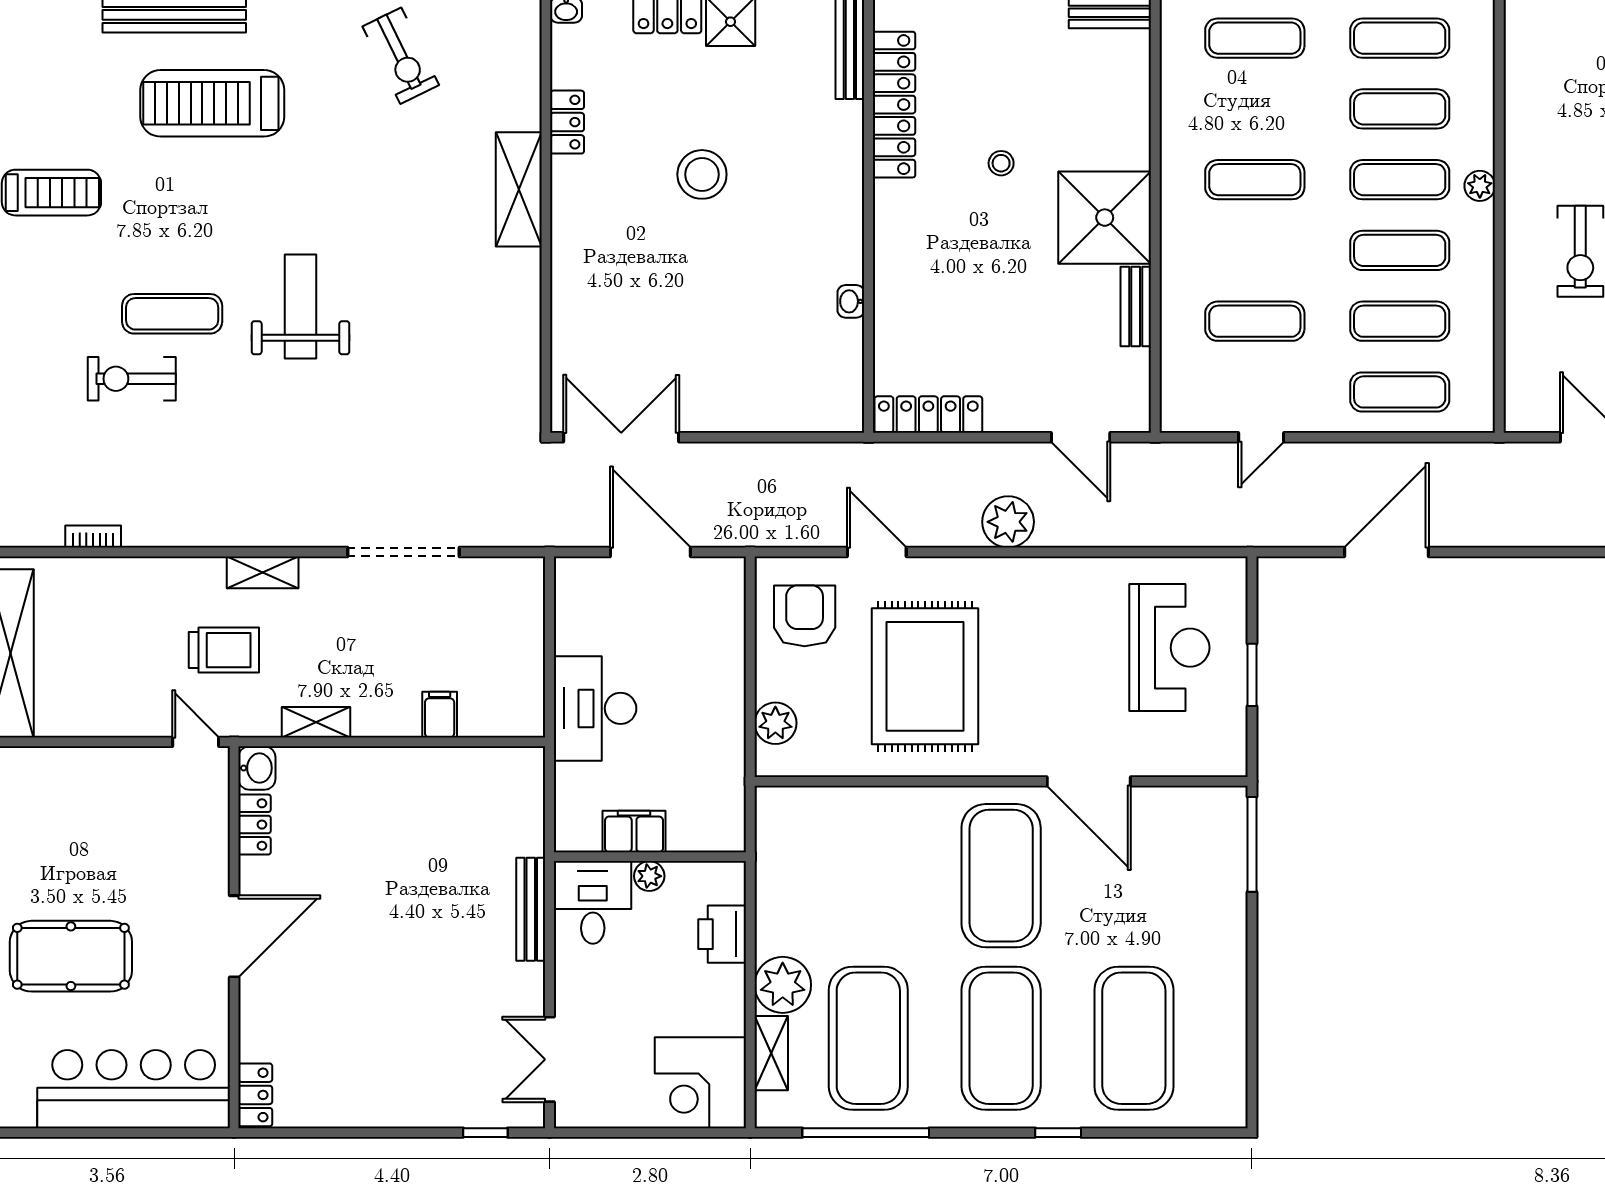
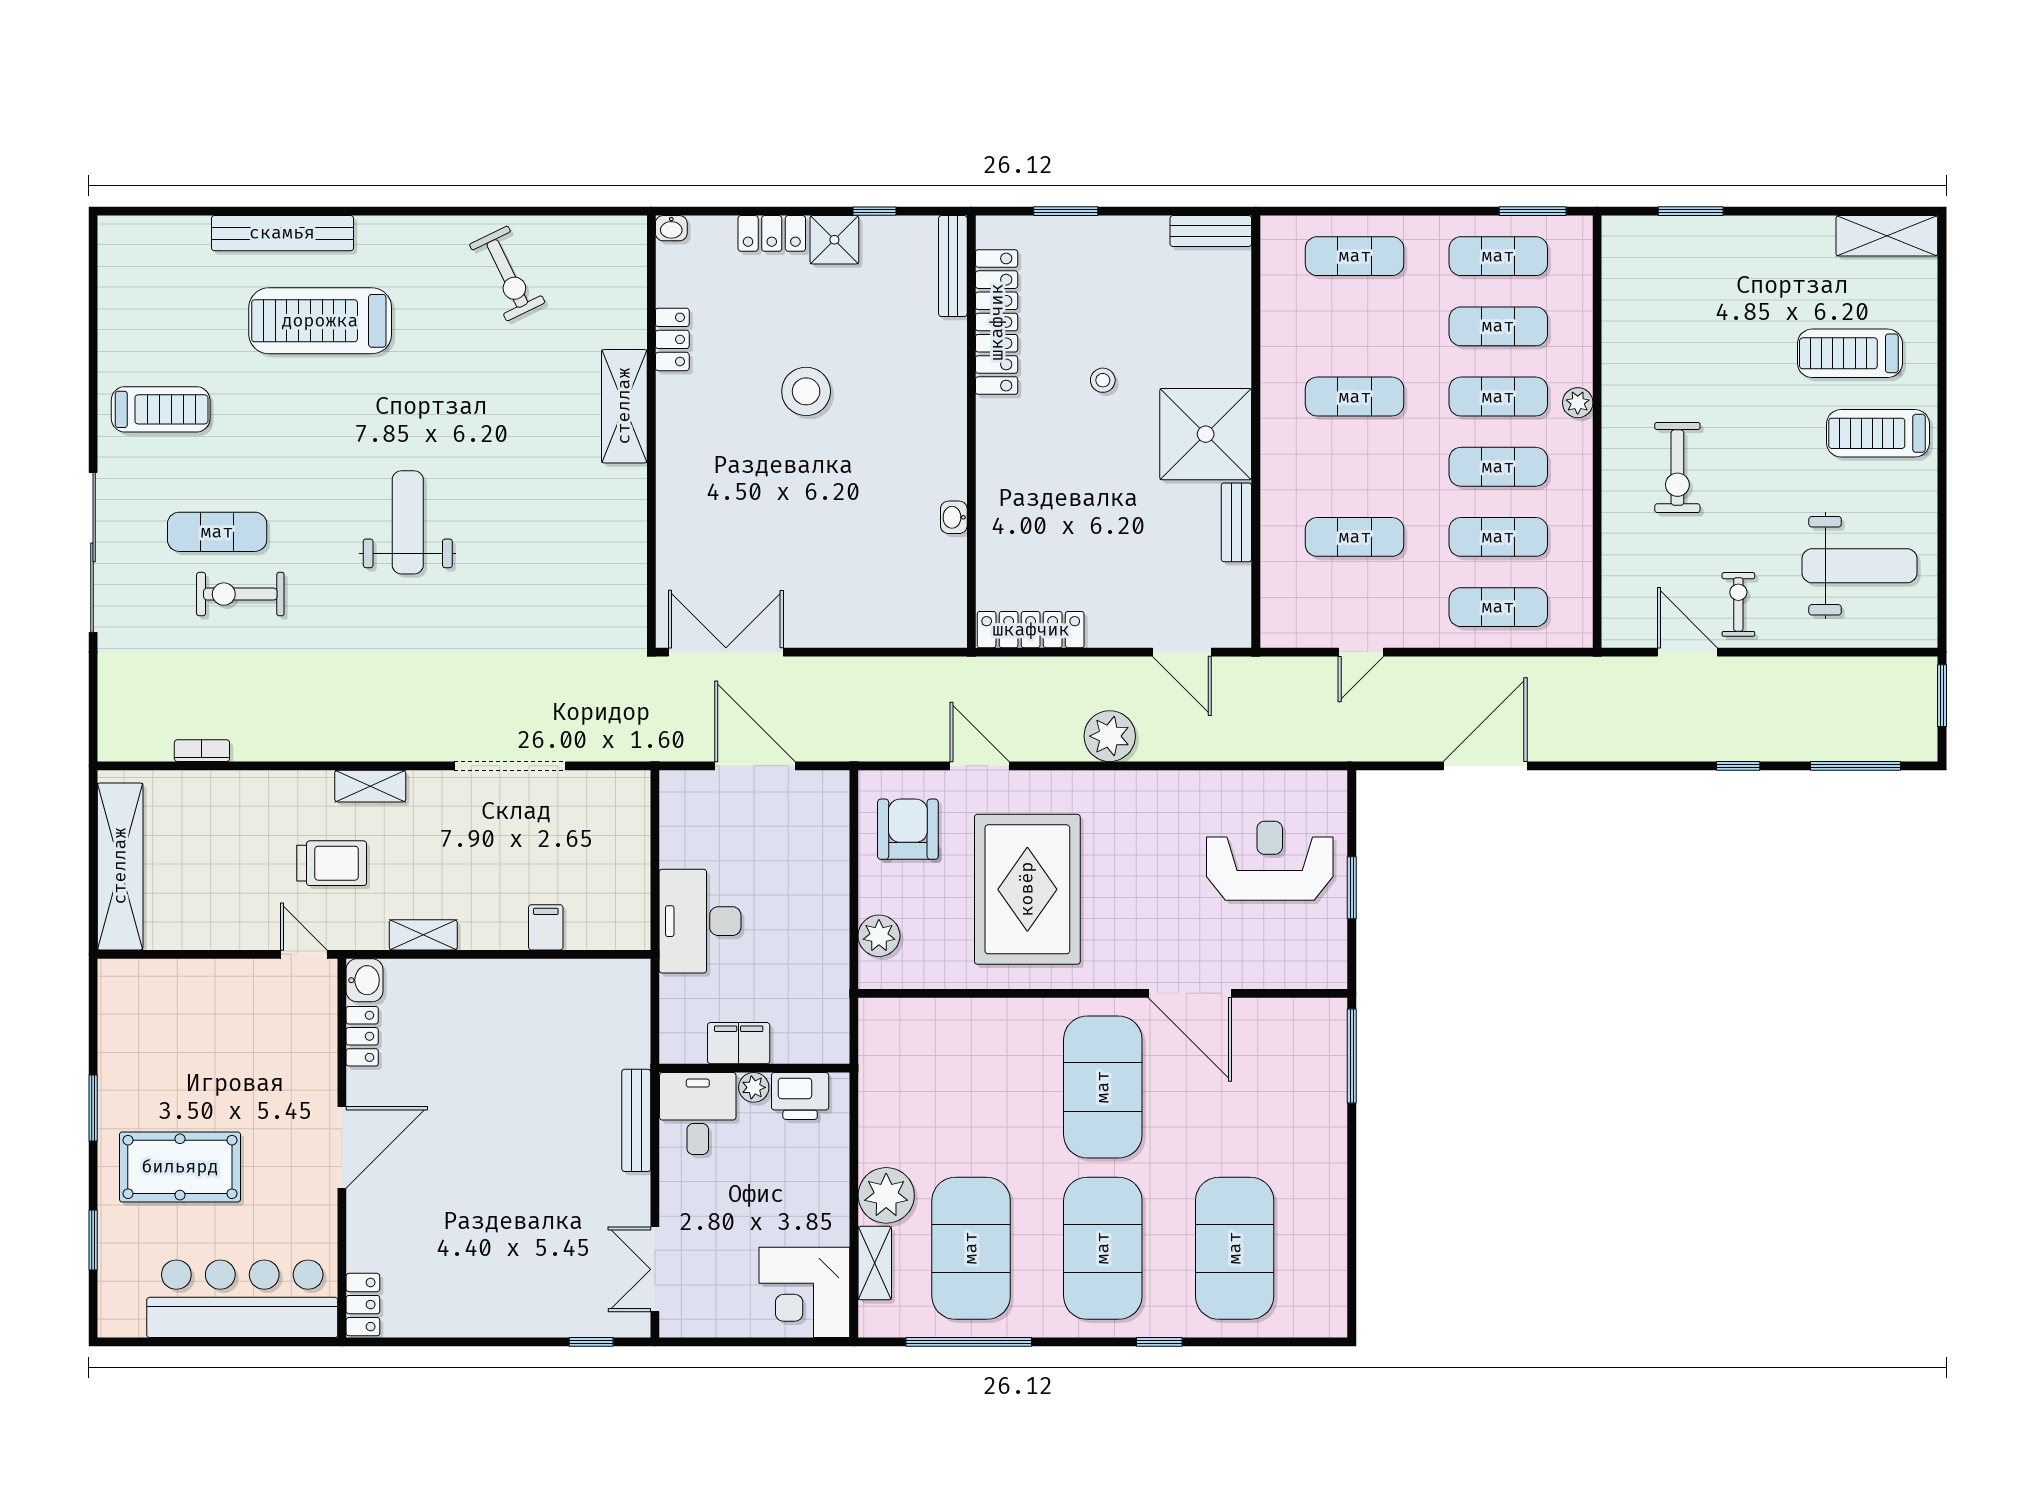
exercise mat: (172, 314) -> (217, 532), moved
reception desk: (1169, 648) -> (1270, 861), turned -90
printer: (722, 934) -> (800, 1096), moved, turned -90

